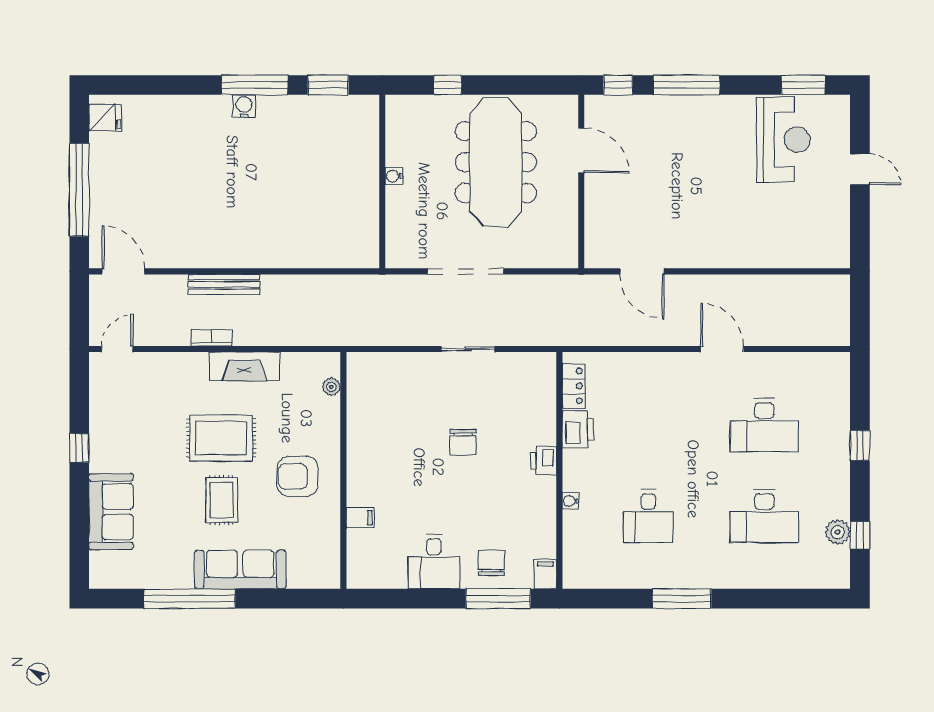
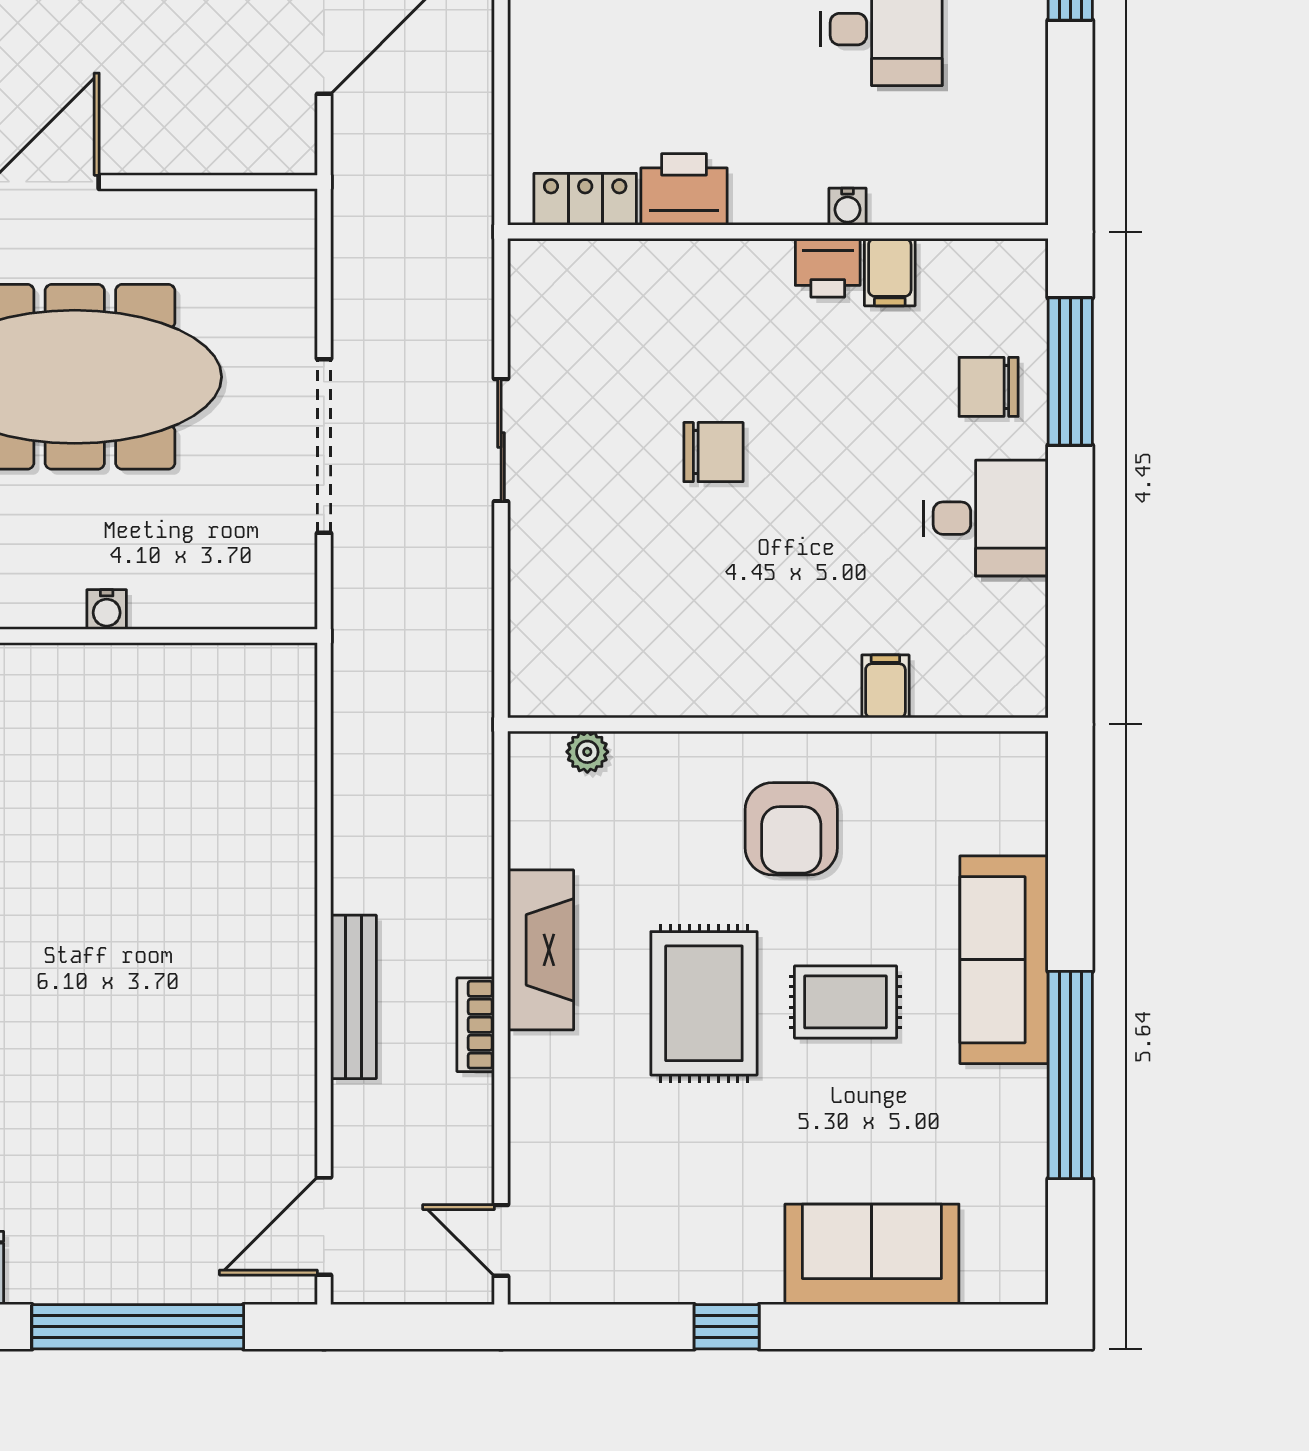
printer: (544, 460) -> (828, 268), moved
filing cabinet: (545, 574) -> (890, 272), moved, turned -90

